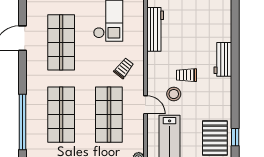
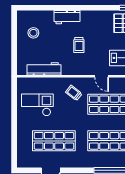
stool: (174, 94) -> (33, 33), moved
door: (145, 105) -> (102, 76), swing flipped

